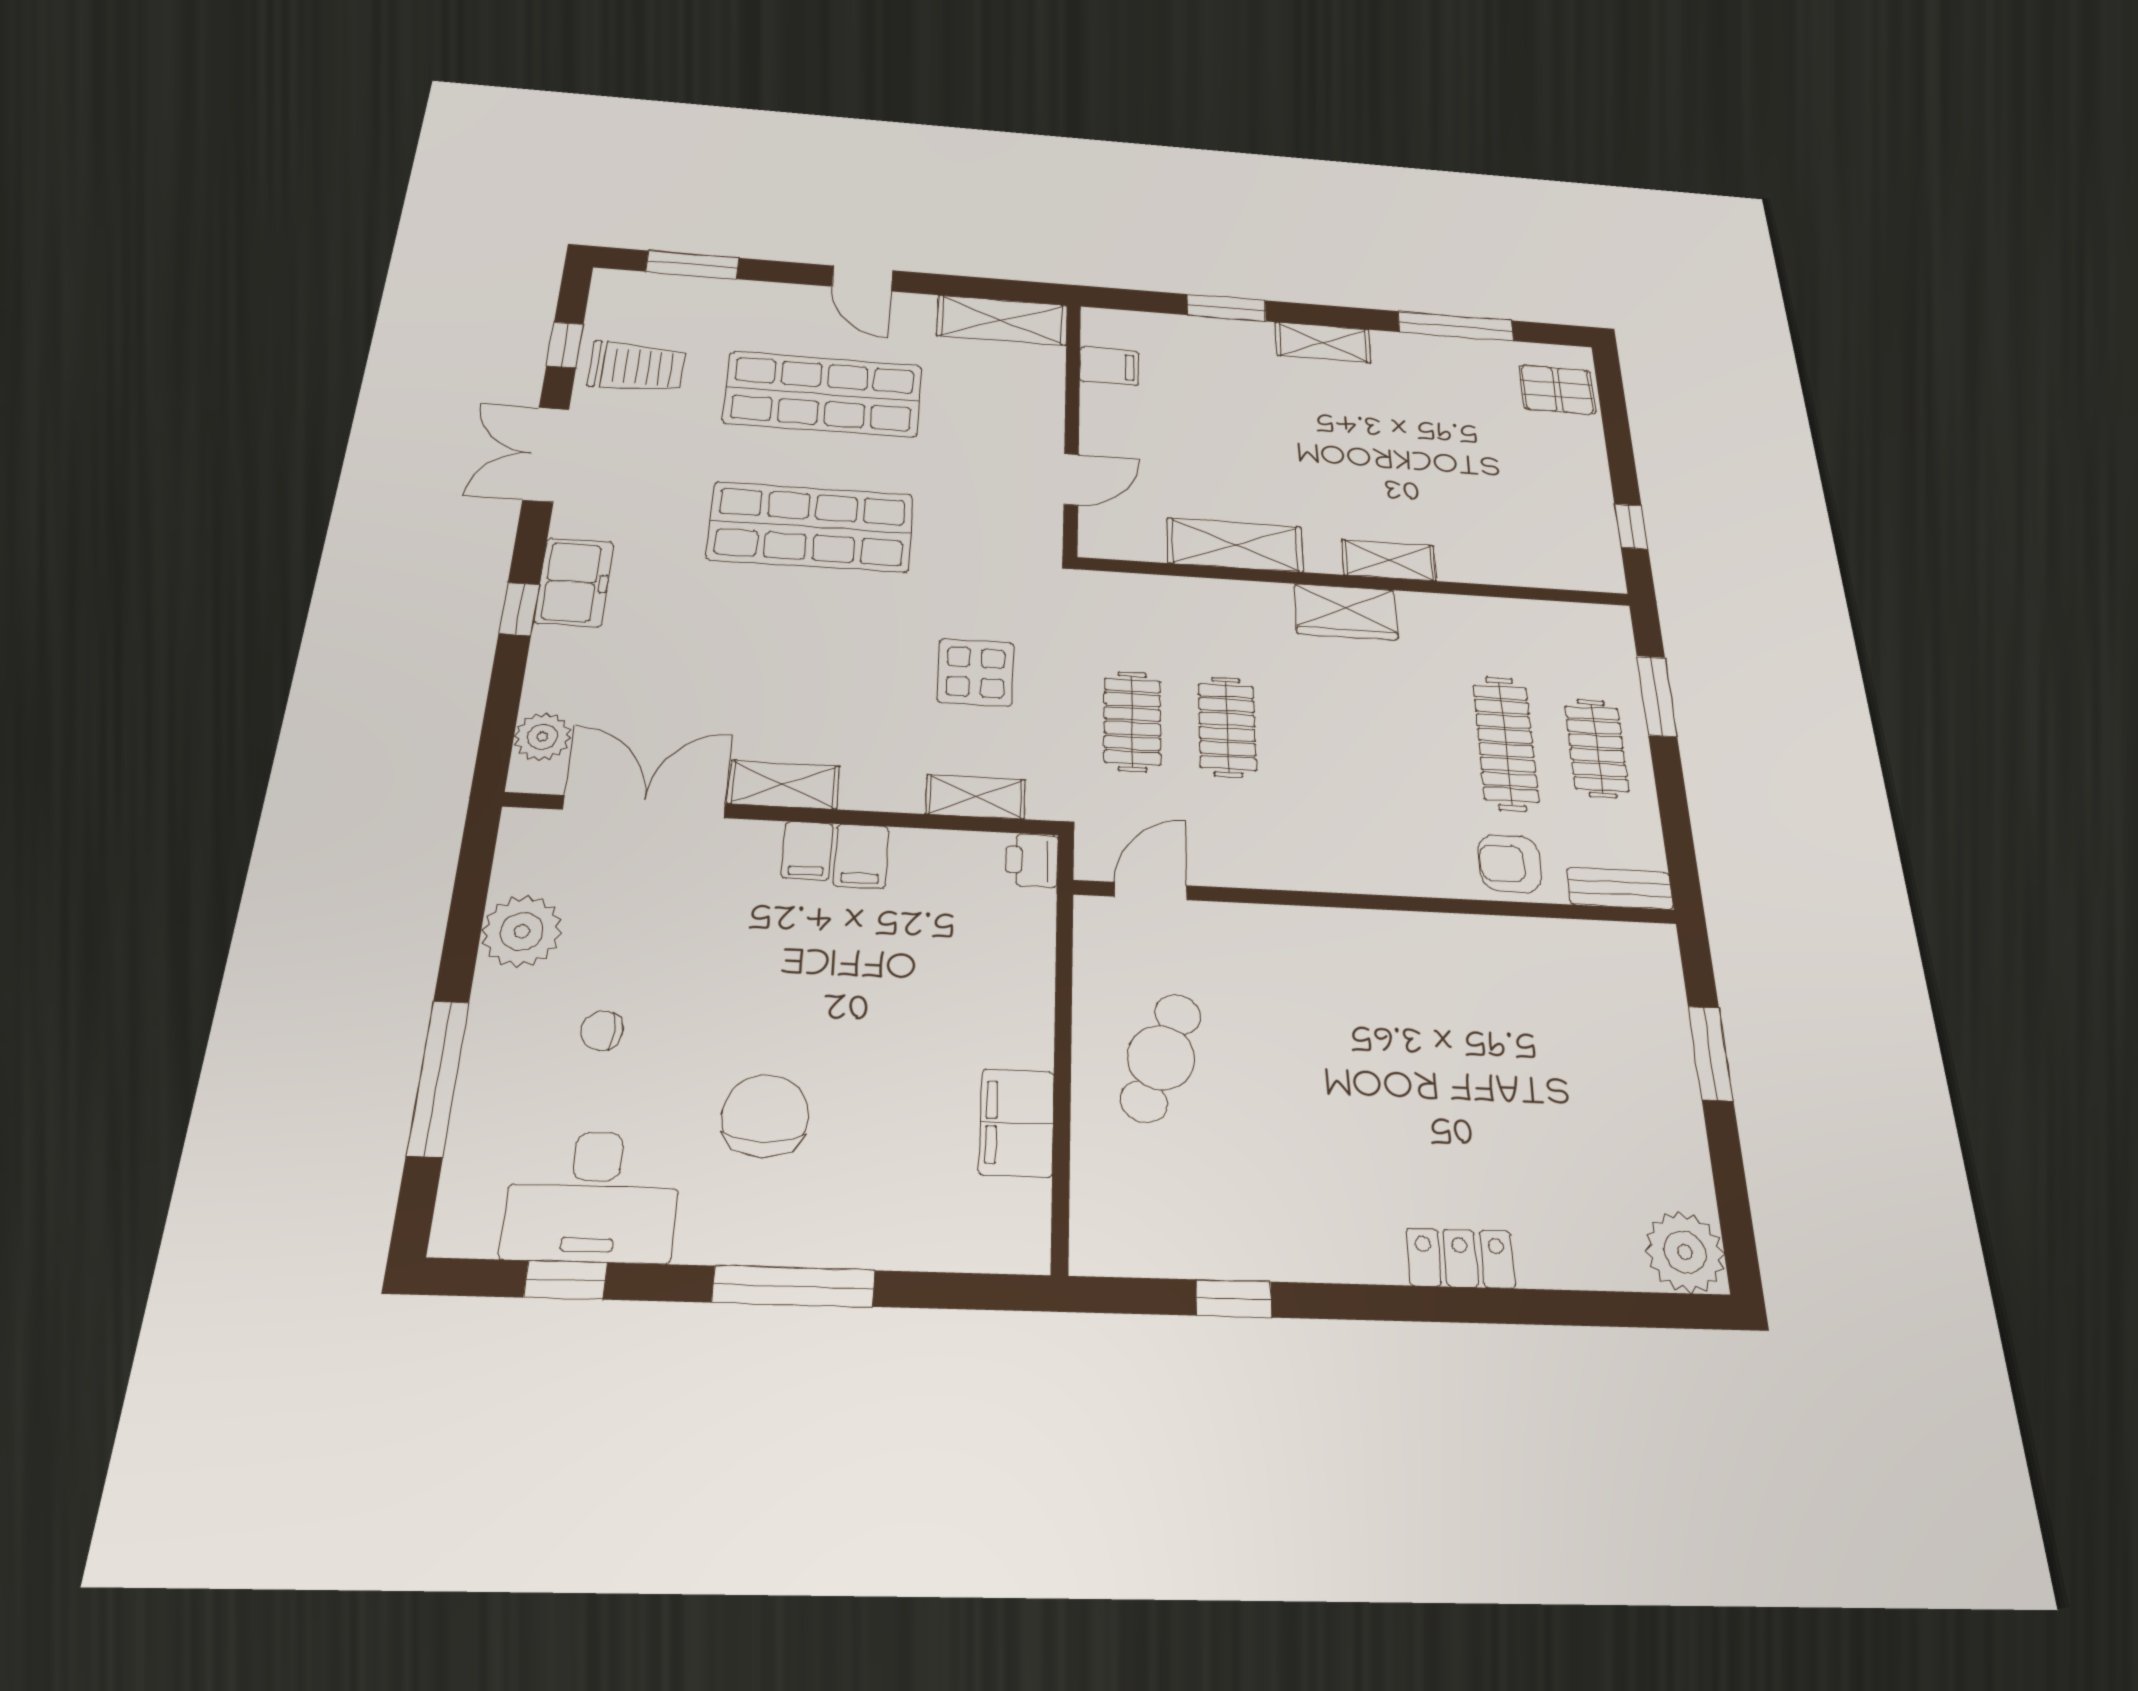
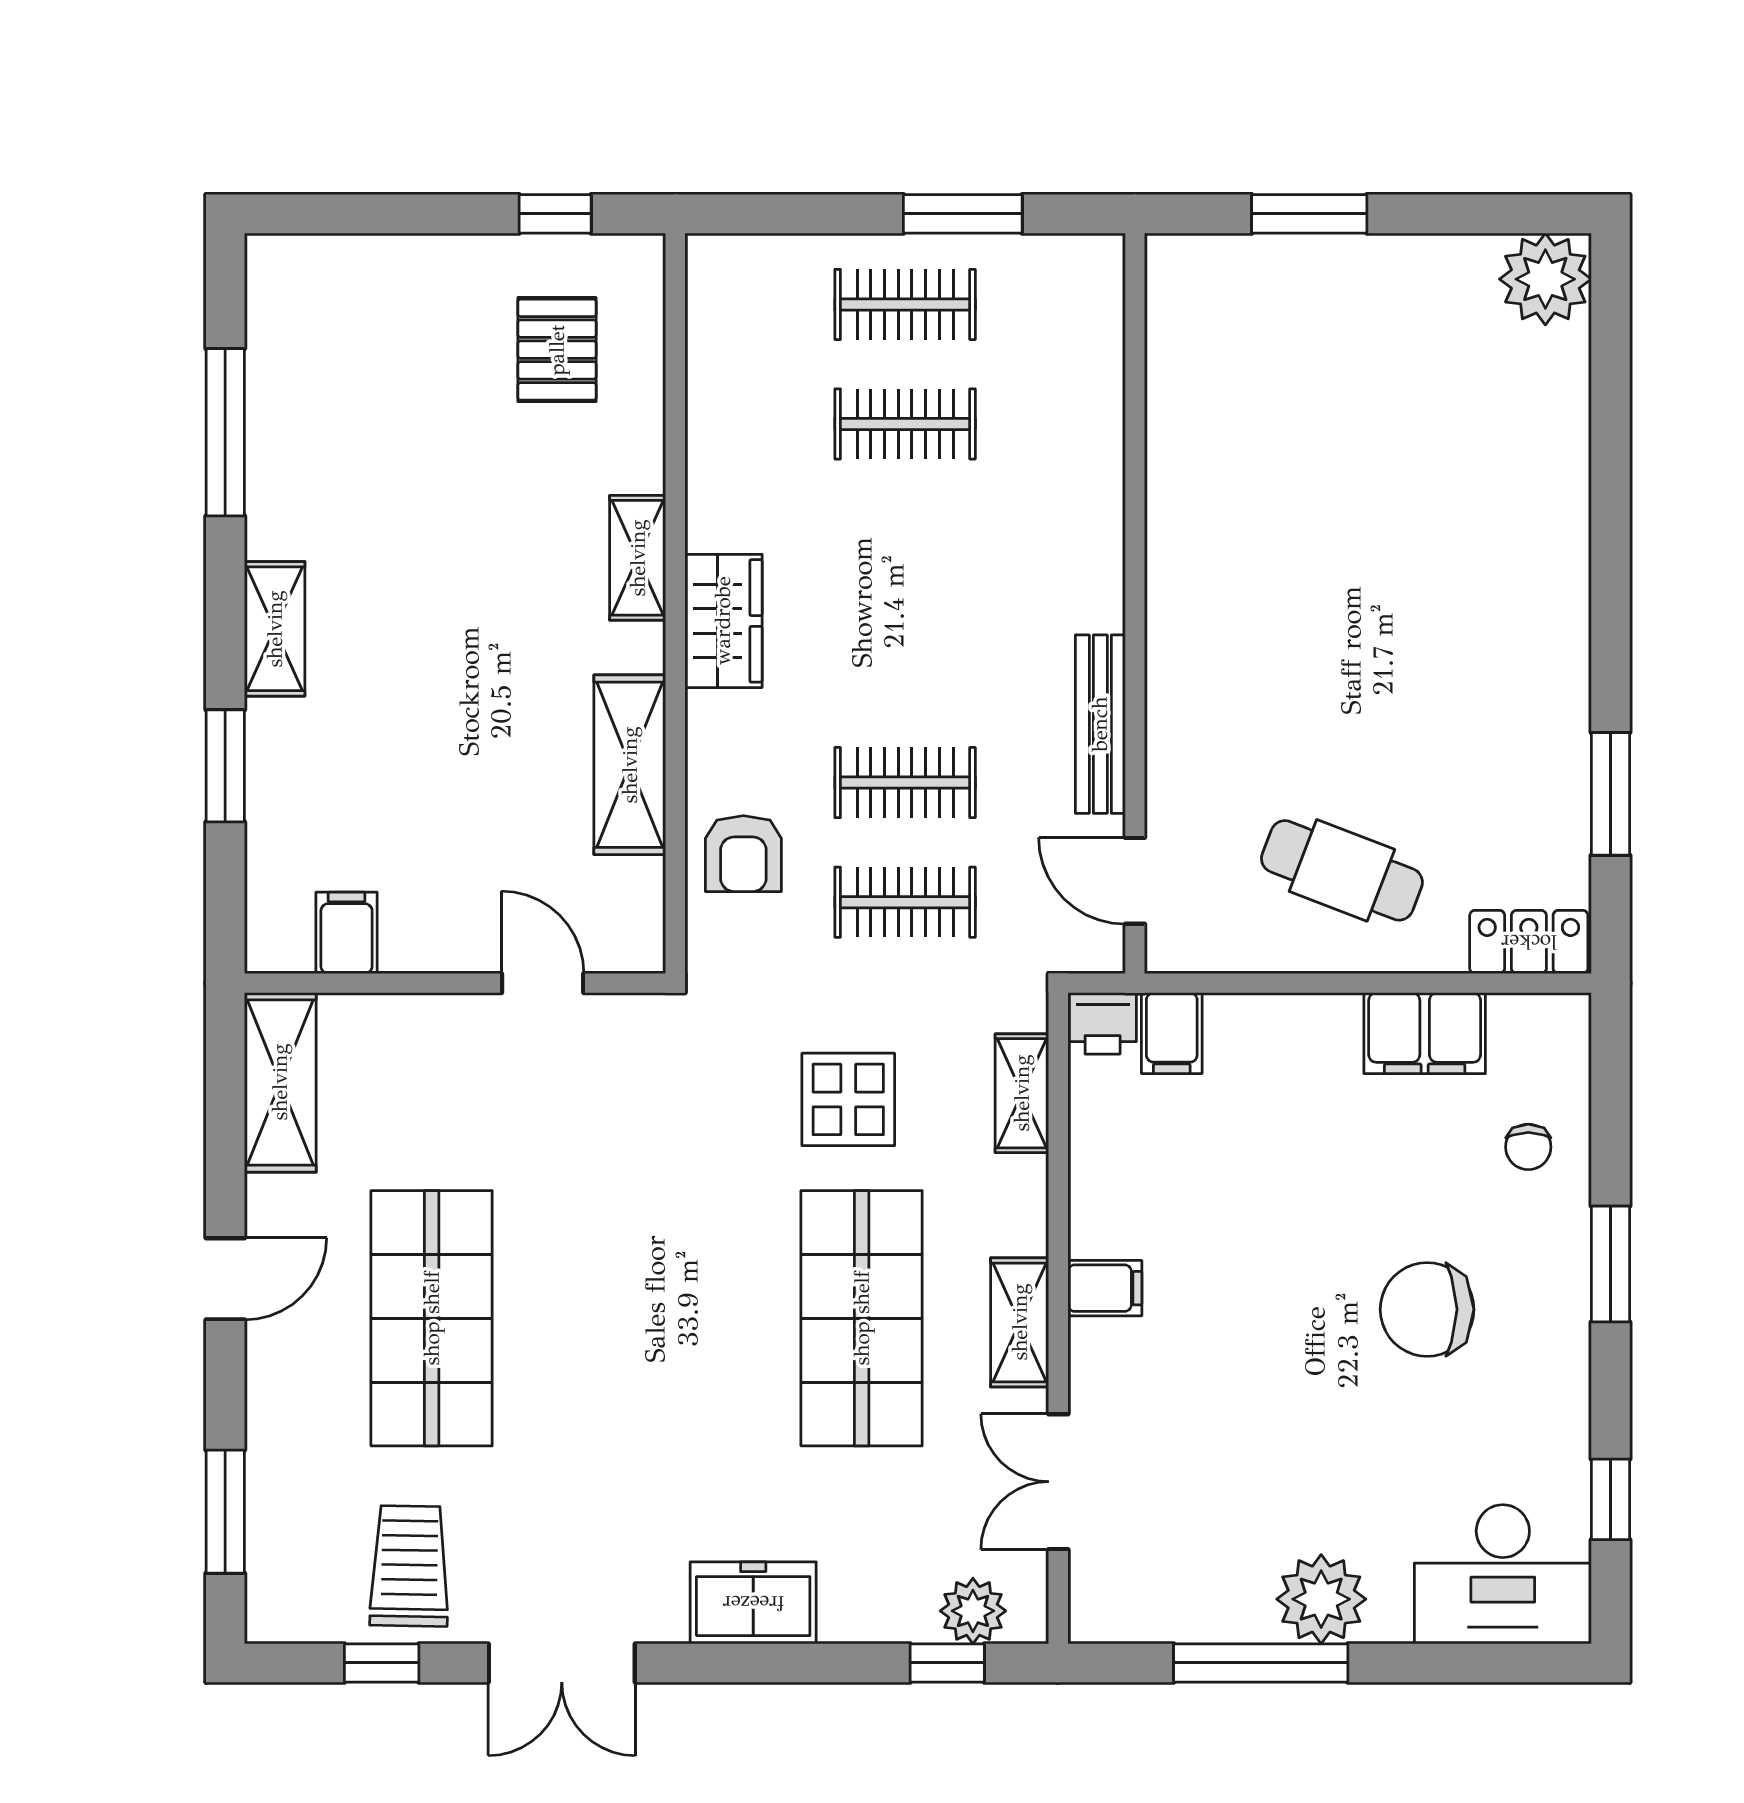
pallet: (1557, 390) -> (557, 350), moved
shop shelf: (811, 527) -> (862, 1318), moved
window: (519, 609) -> (947, 1663), moved
window: (1657, 696) -> (963, 214), moved
clothes rail: (1506, 743) -> (905, 424), width x0.73
double door: (644, 807) -> (1058, 1482), width x0.73
filing cabinet: (861, 856) -> (1172, 1033), moved, turned 90
armchair: (1510, 864) -> (743, 854), moved
bench: (1620, 888) -> (1100, 724), moved, width x1.36
plant: (522, 931) -> (1321, 1599), moved
chair: (602, 1031) -> (1528, 1147), moved
window: (438, 1078) -> (1261, 1663), moved
desk: (593, 1196) -> (1503, 1574), moved, turned 90
locker: (1461, 1258) -> (1529, 942), moved, turned 90
window: (794, 1286) -> (1610, 1264), width x0.69
window: (1234, 1298) -> (1610, 794), width x1.50

